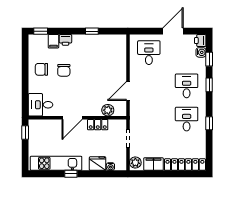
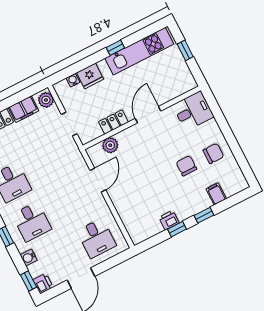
window: (41, 31) -> (204, 215), moved
printer: (66, 40) -> (169, 220), moved
water cooler: (201, 52) -> (29, 258), moved
window: (209, 59) -> (28, 281), moved
window: (25, 132) -> (185, 50), moved

